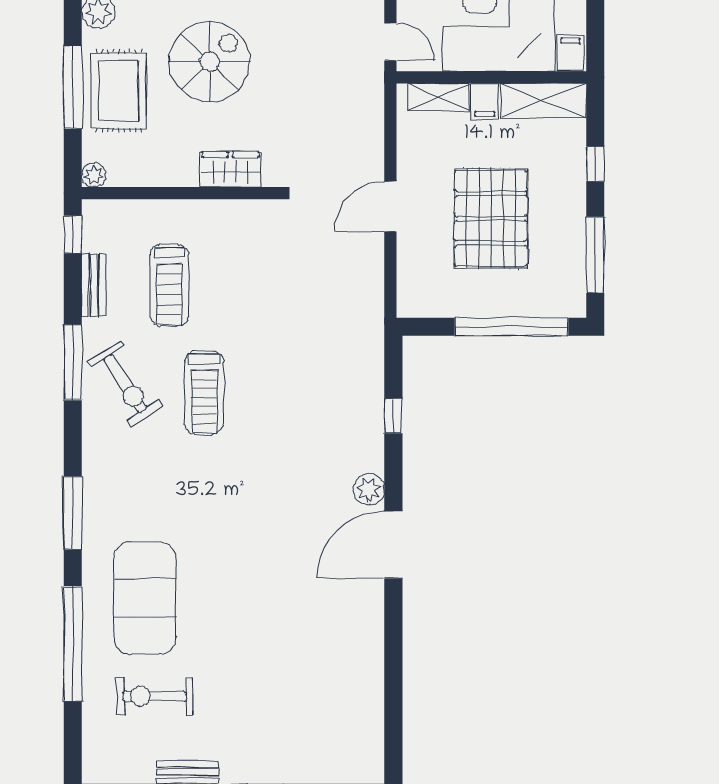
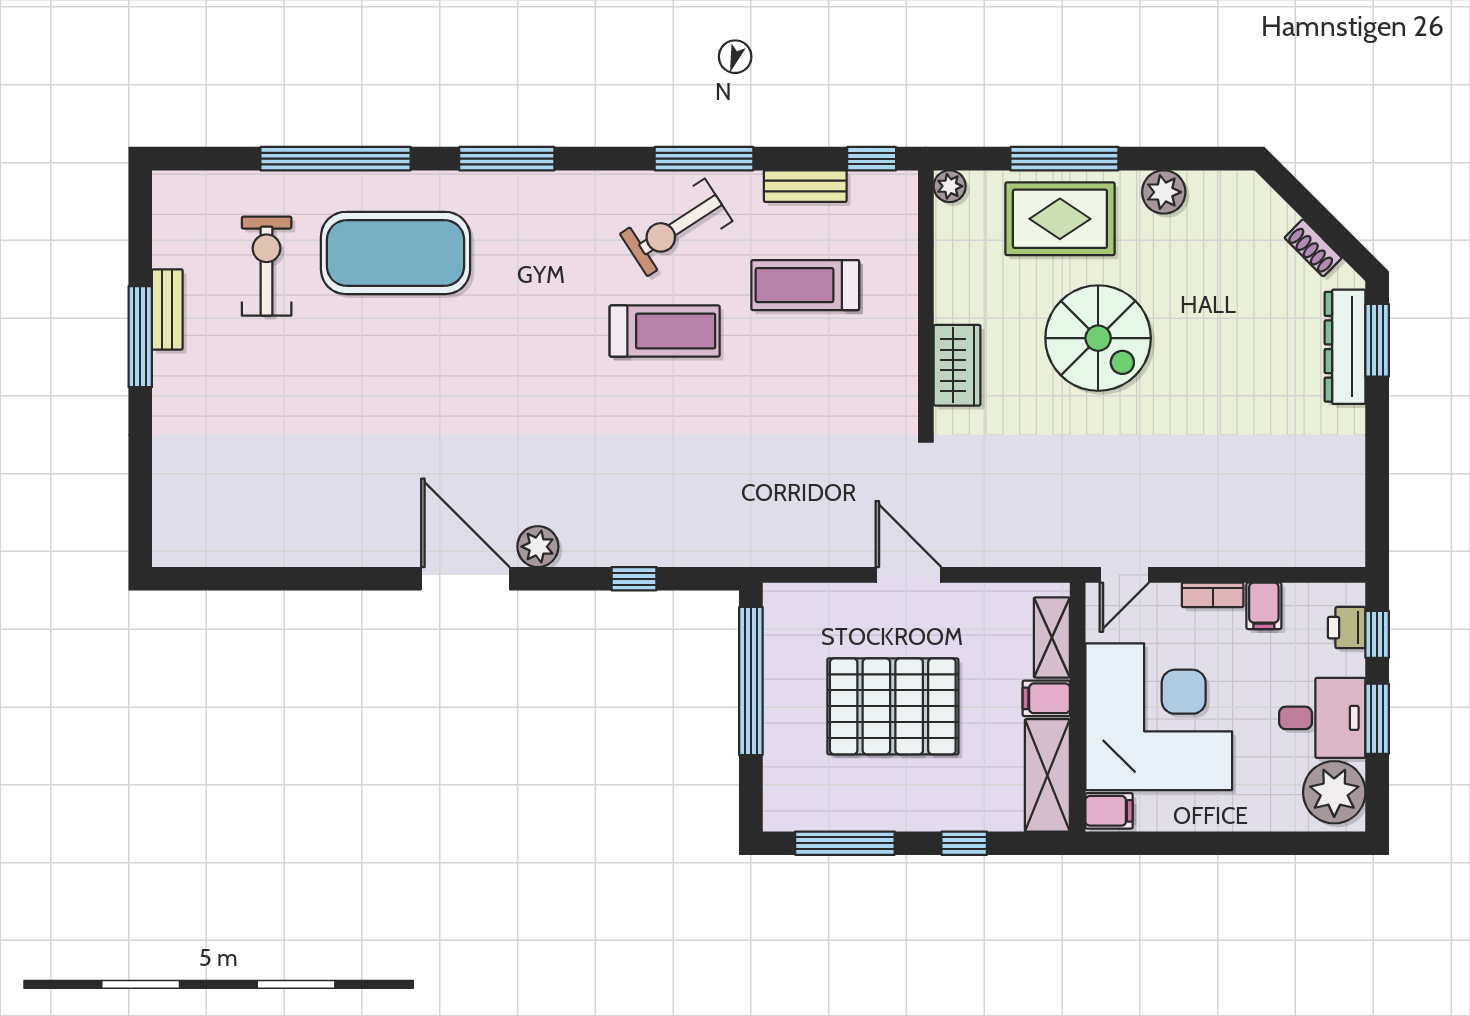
window: (512, 327) -> (751, 681), moved
treadmill: (204, 393) -> (665, 331), turned 180

